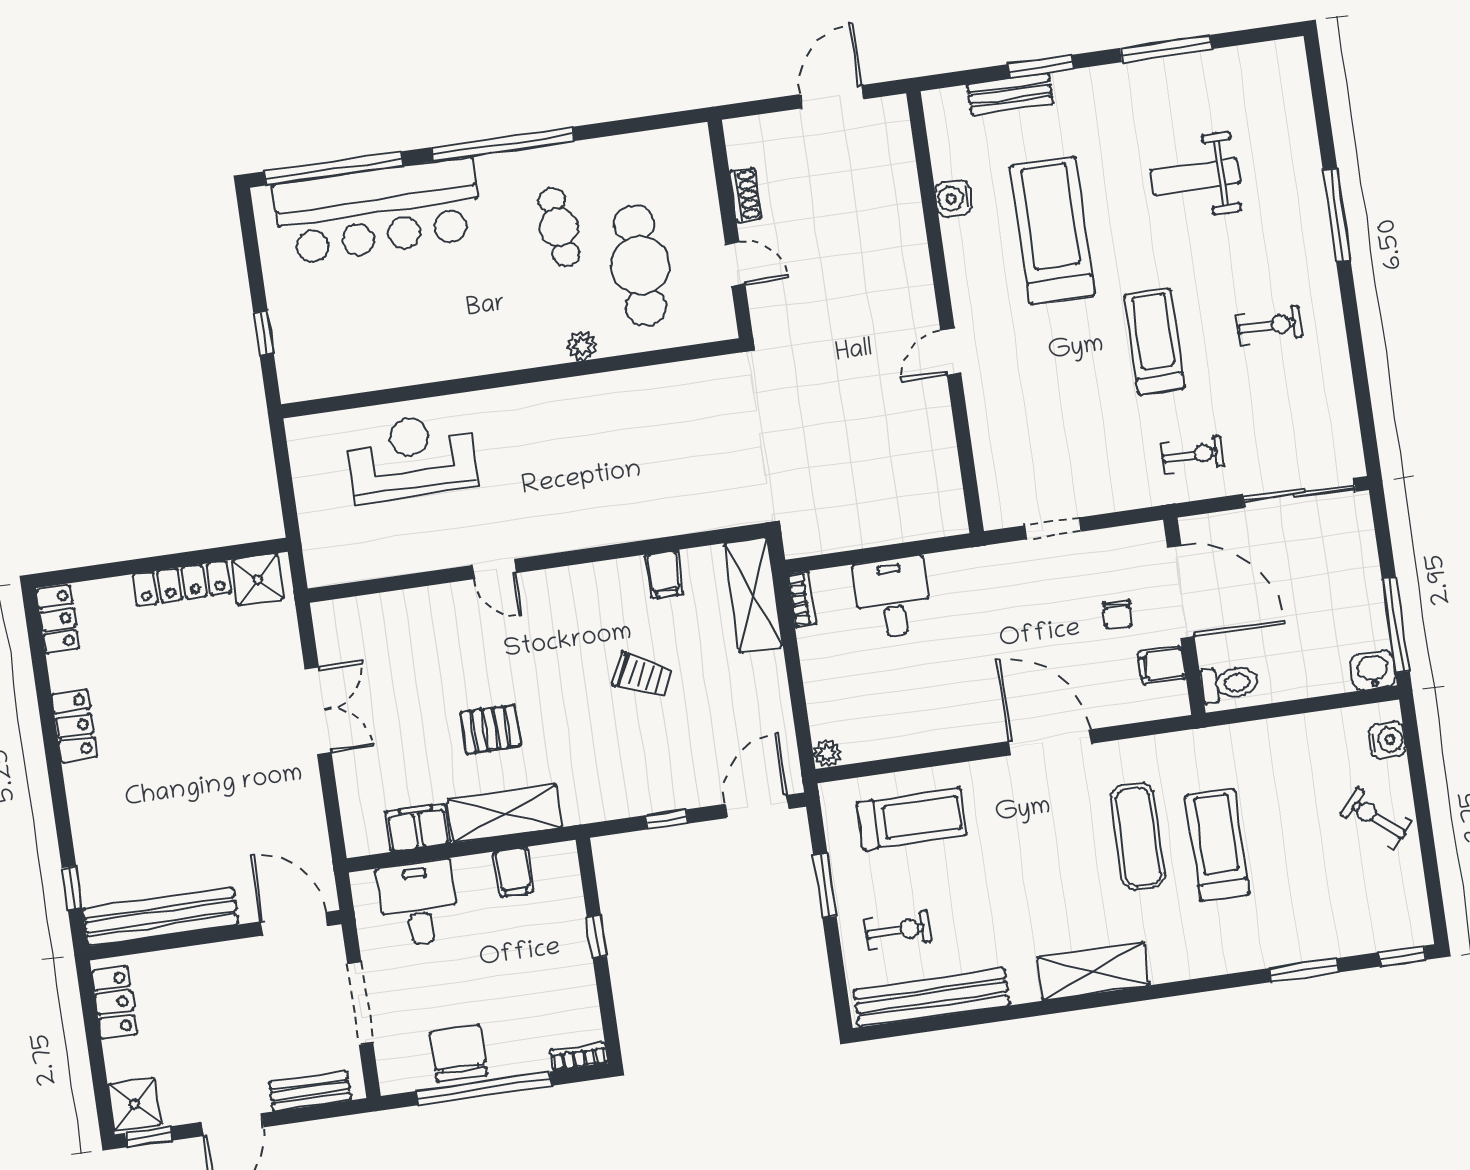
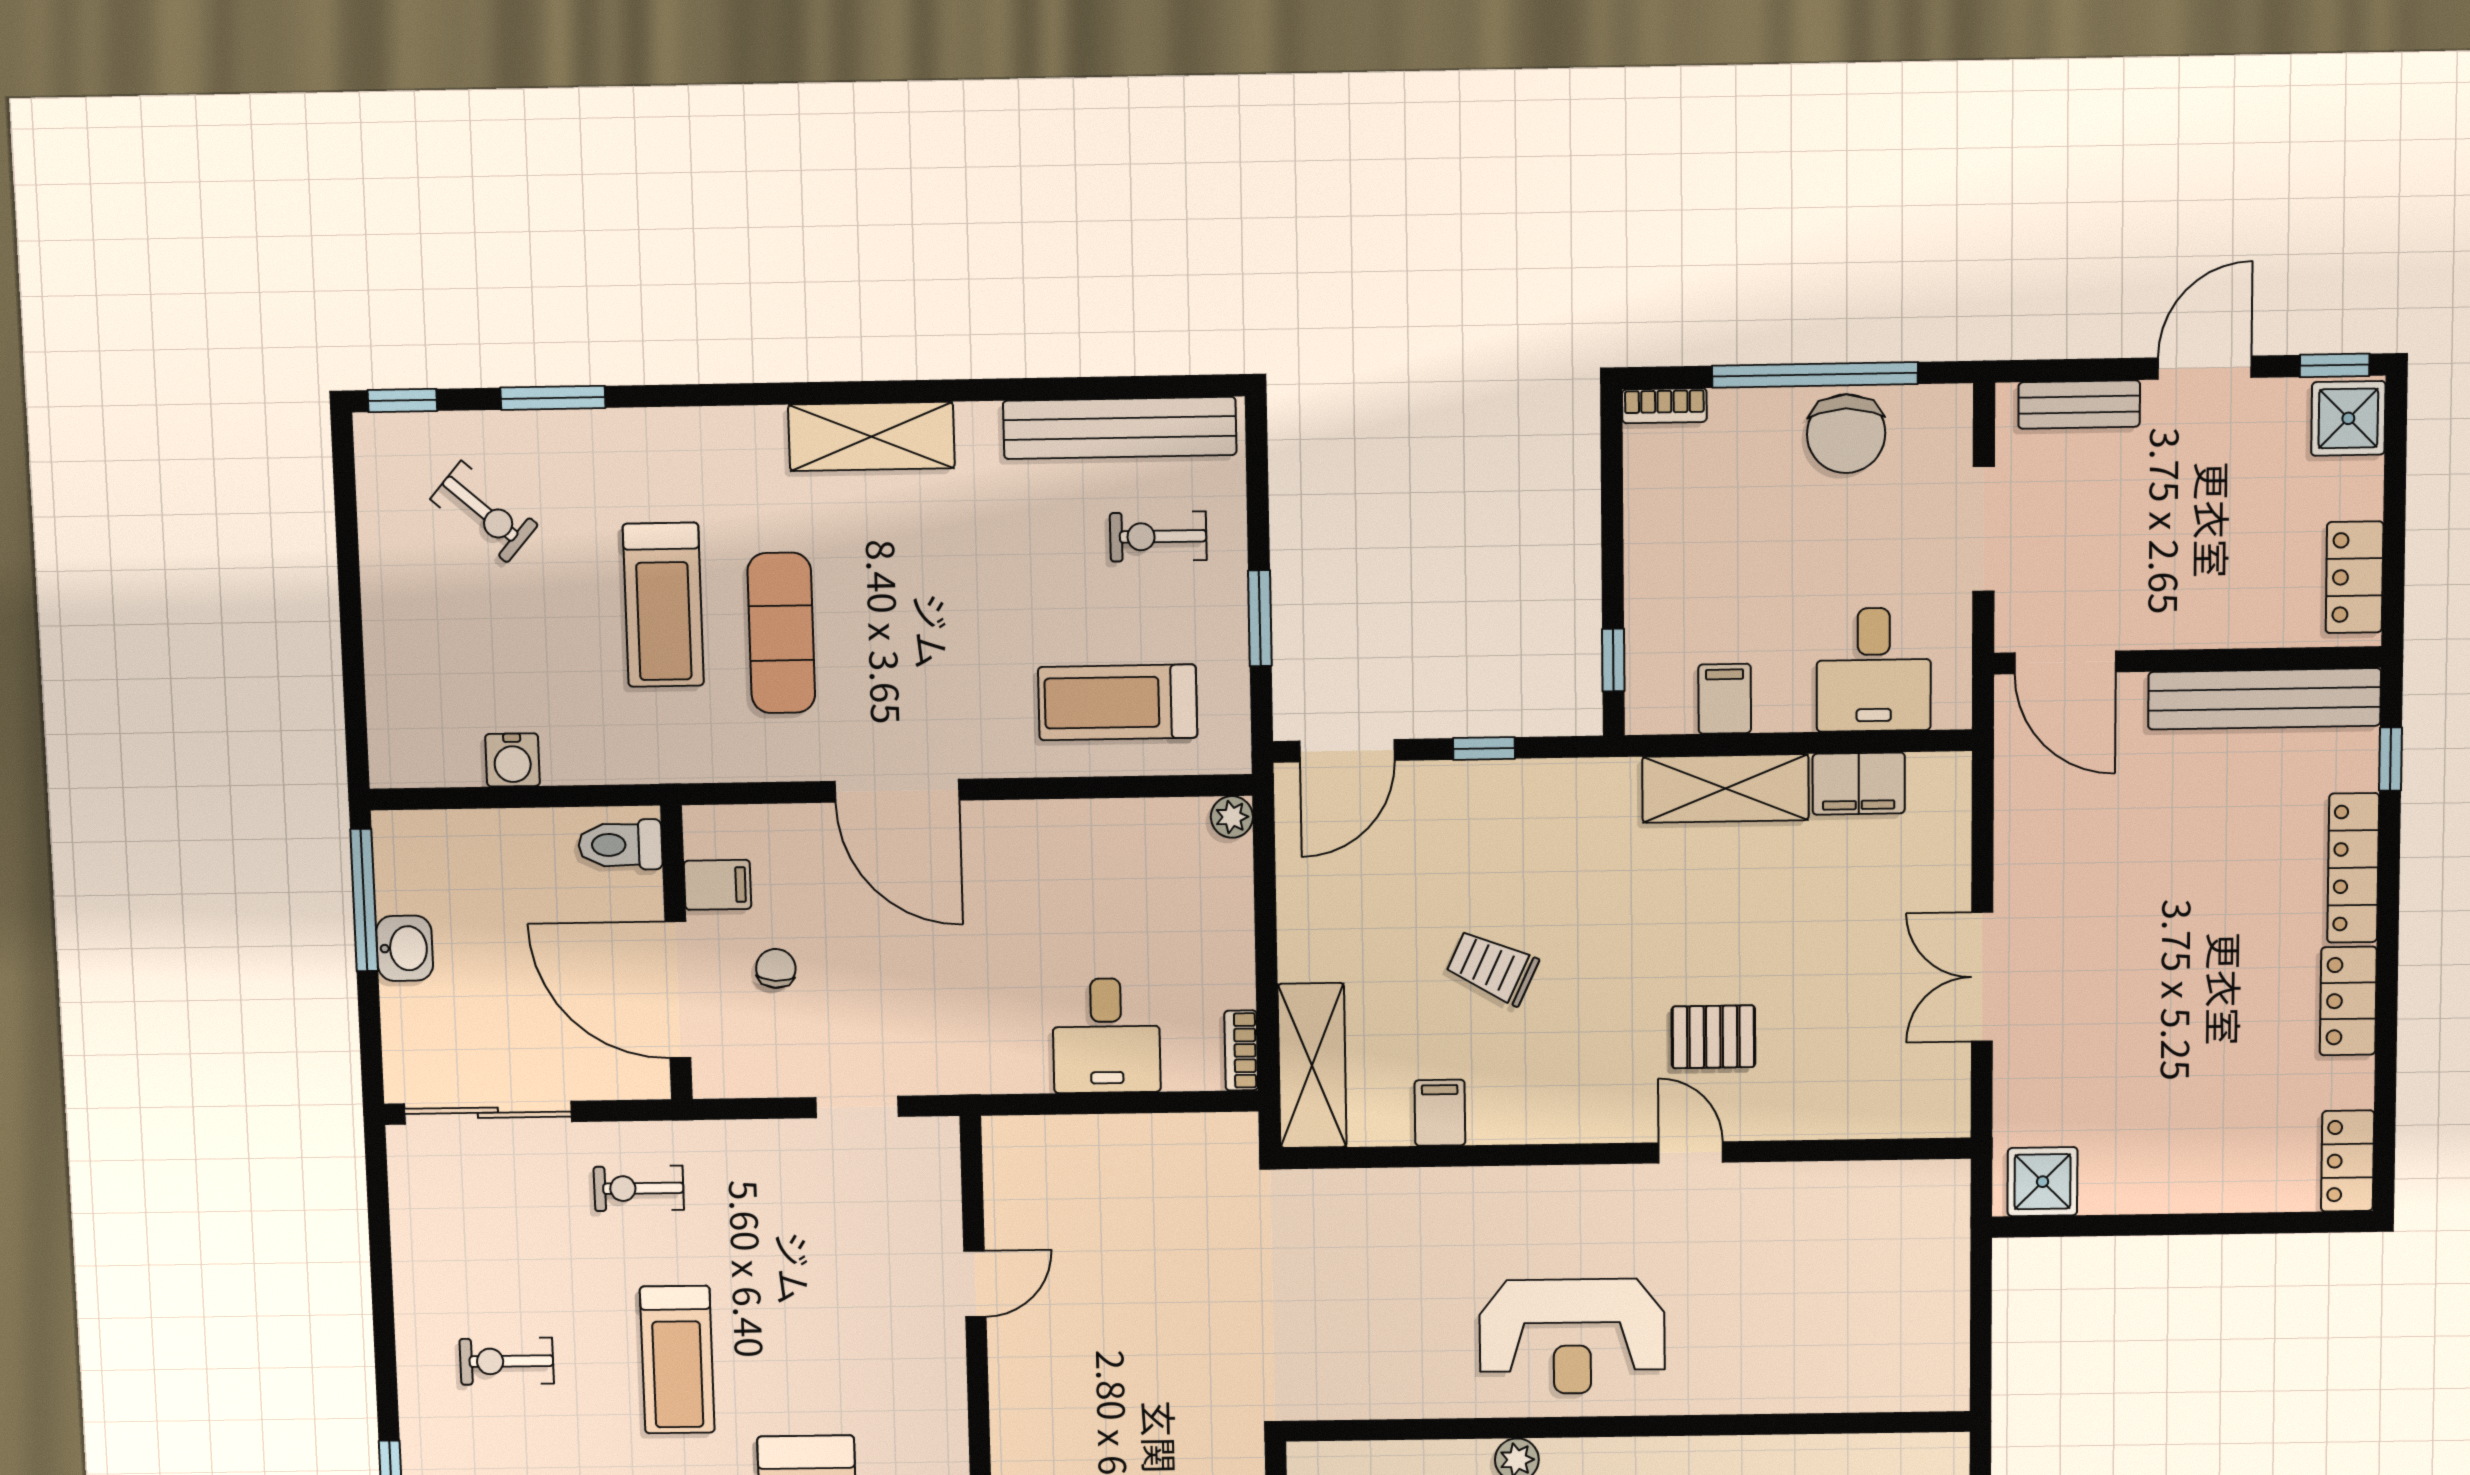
door: (951, 352) -> (975, 1284), moved
reception desk: (412, 457) -> (1572, 1336), moved
locker: (182, 584) -> (2353, 868), moved, turned -90
washbasin: (1373, 670) -> (405, 948), moved, turned -90
pallet: (490, 729) -> (1713, 1037), moved
water cooler: (1387, 740) -> (513, 760), moved, turned -90
exercise bike: (1376, 818) -> (484, 512), moved
window: (597, 936) -> (1613, 660), moved

